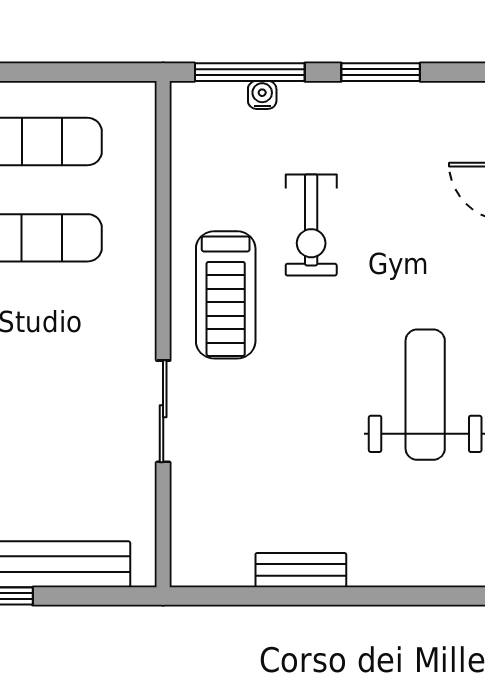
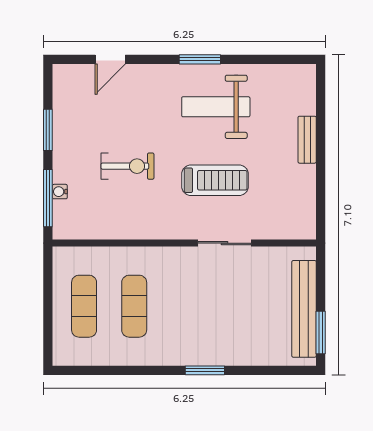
treadmill: (226, 295) -> (215, 180), moved
bench: (301, 570) -> (307, 140), moved

